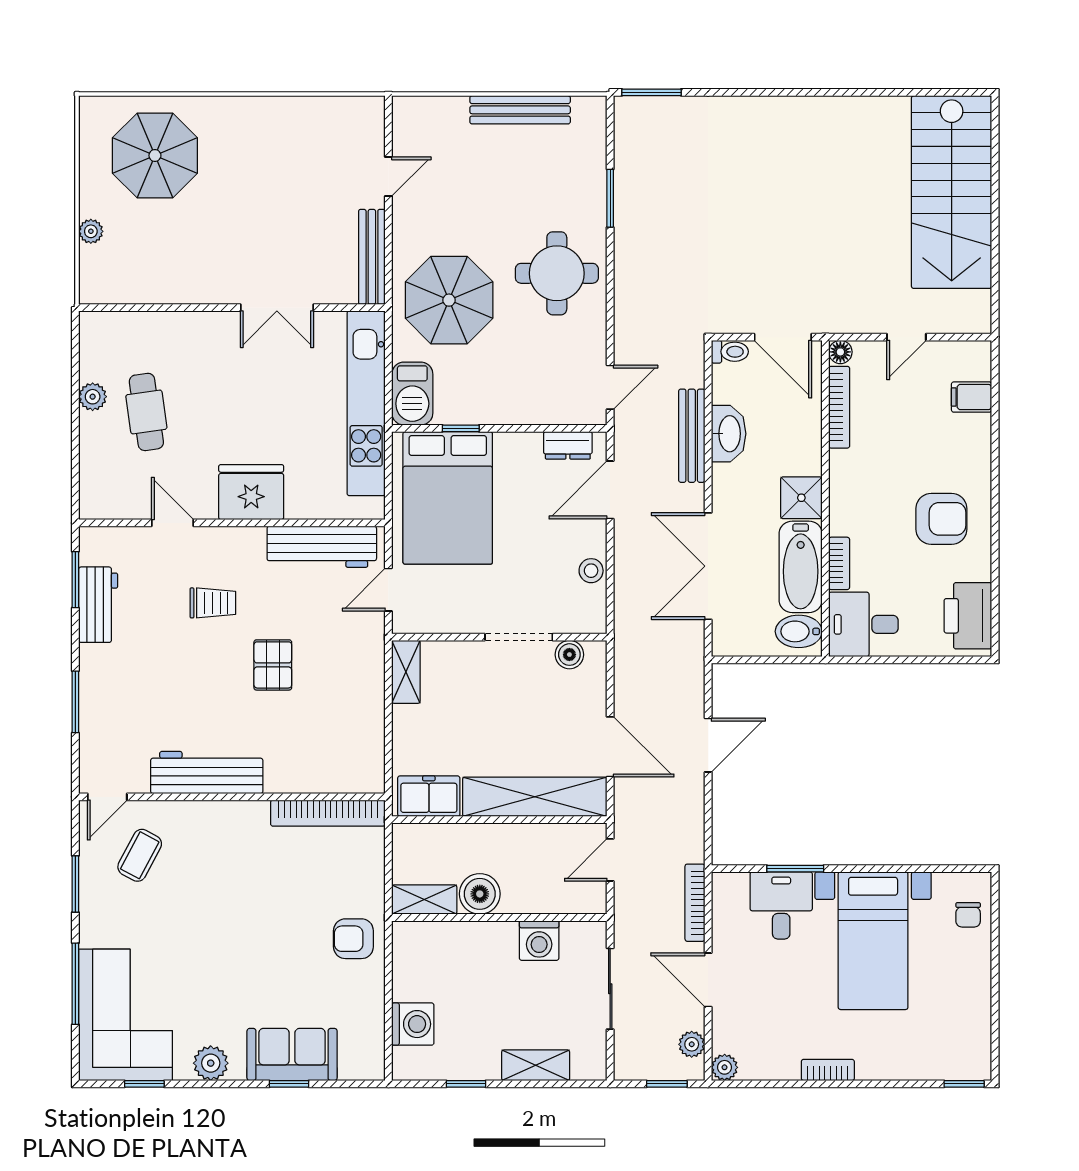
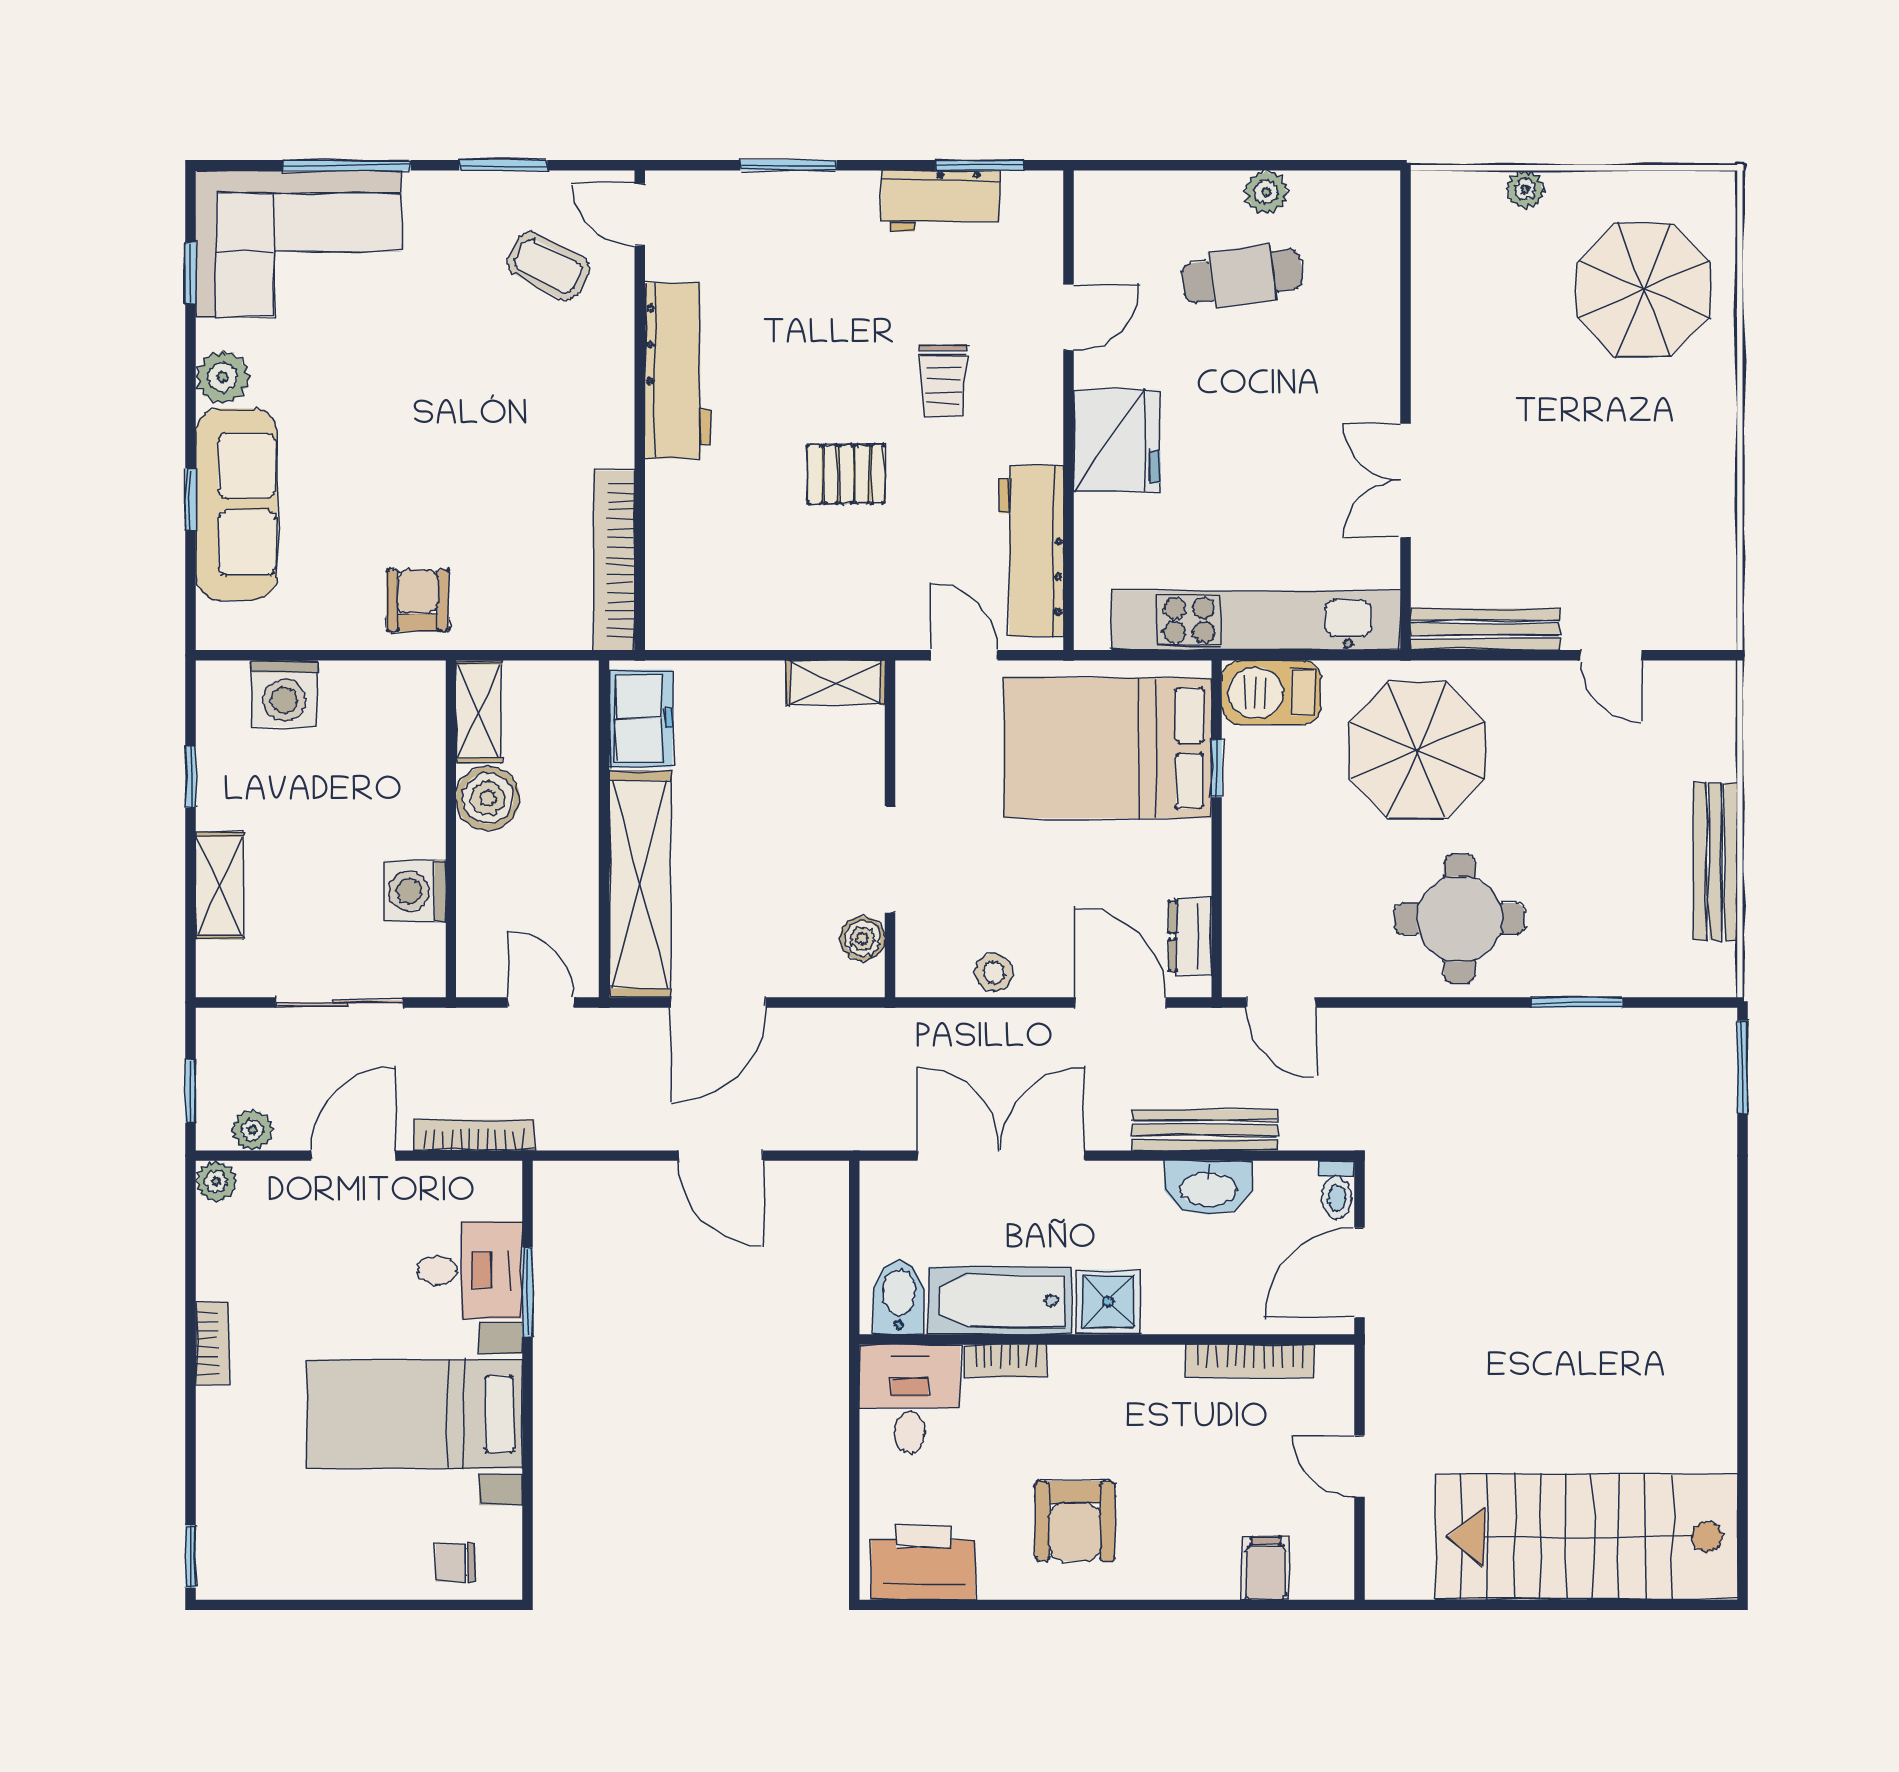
floor lamp: (840, 352) -> (1336, 1363), removed
sofa: (292, 1054) -> (236, 504), width x1.36

